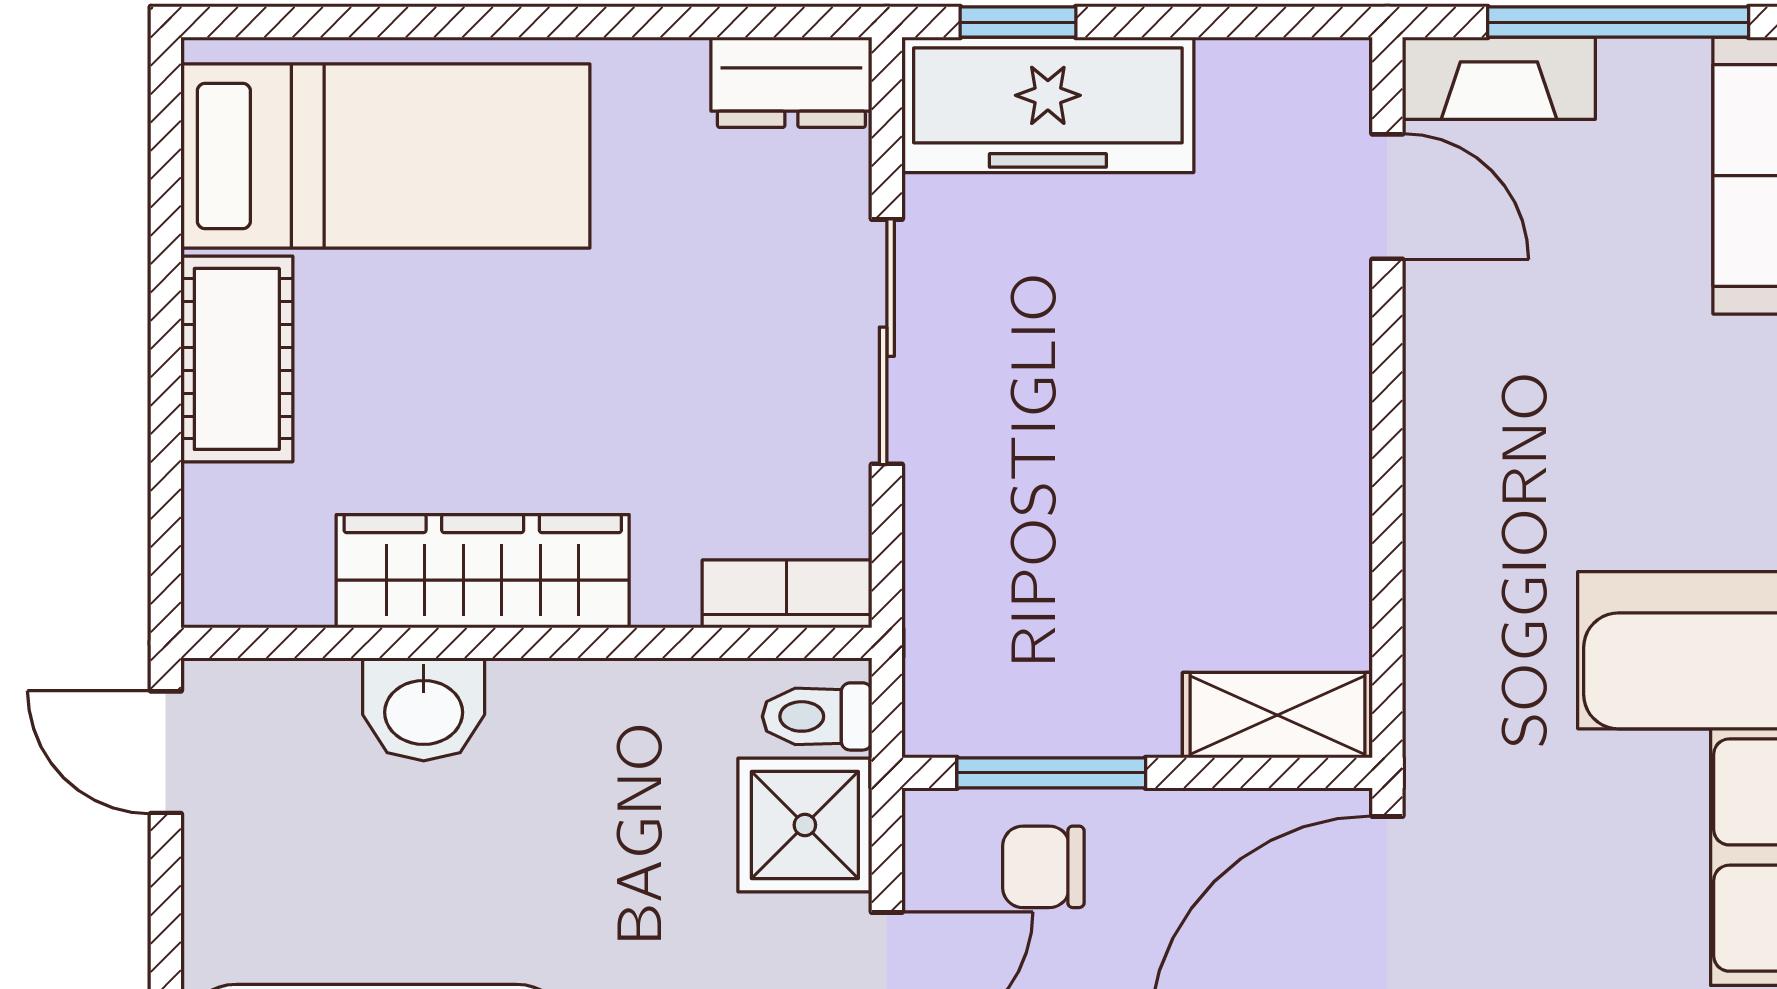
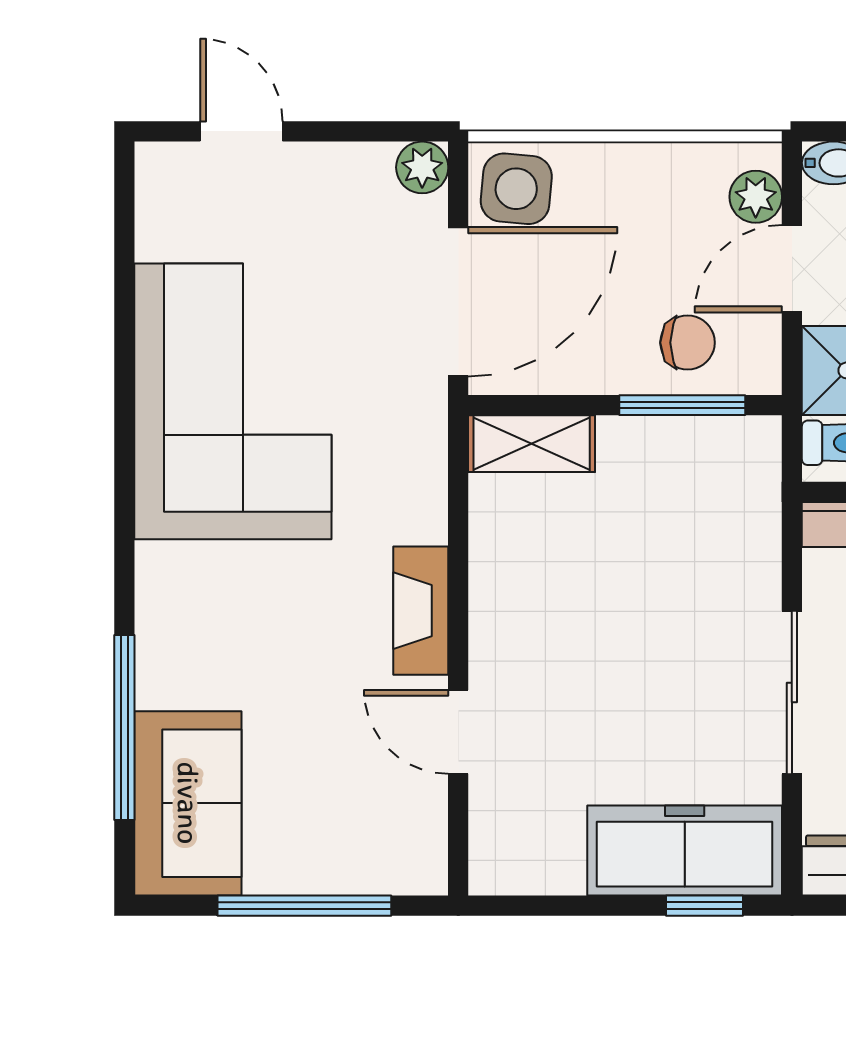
fireplace: (1499, 78) -> (421, 611), moved, turned -90
door: (1387, 197) -> (458, 732), moved

